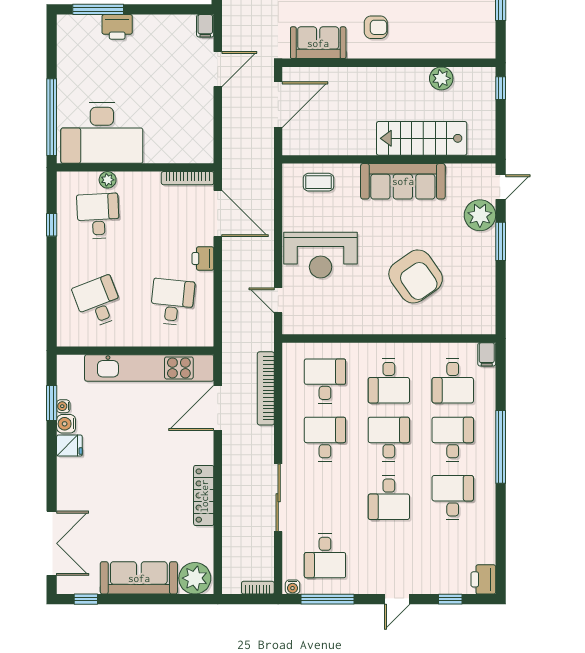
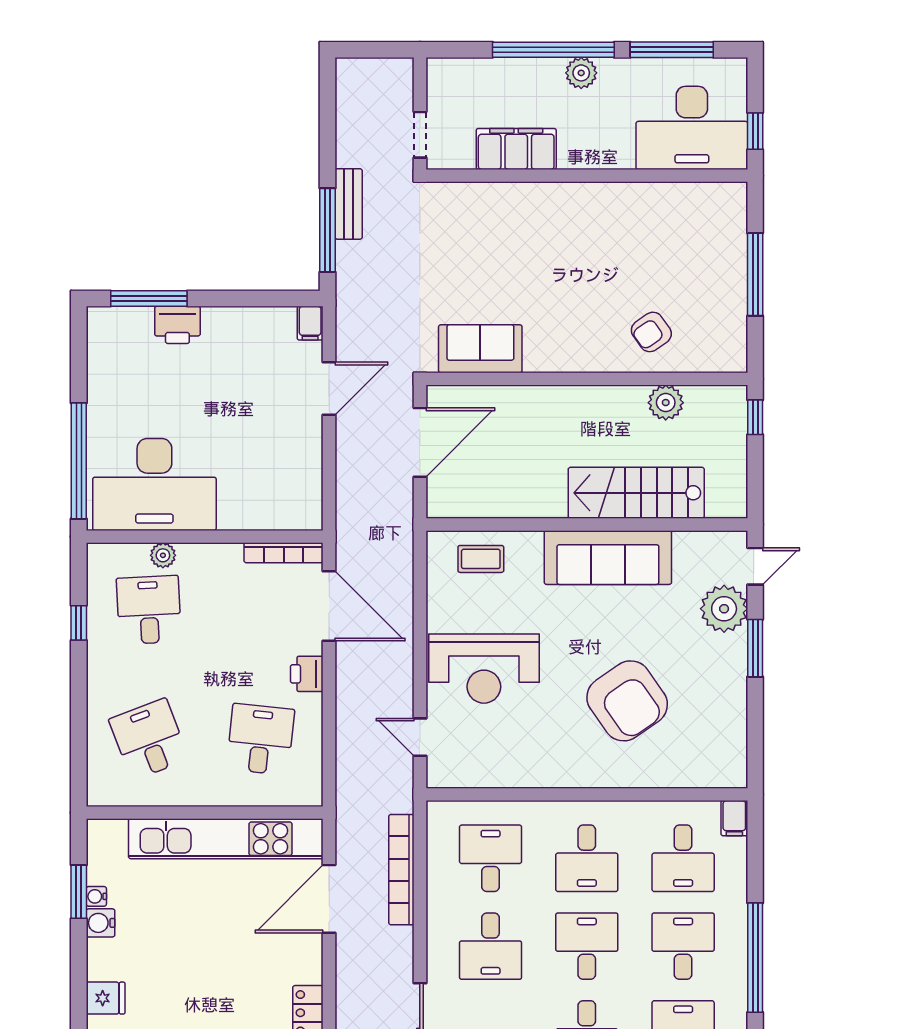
armchair: (376, 27) -> (651, 332), moved, turned 145
desk: (325, 439) -> (491, 946), turned 180
fridge: (69, 445) -> (106, 998), moved

